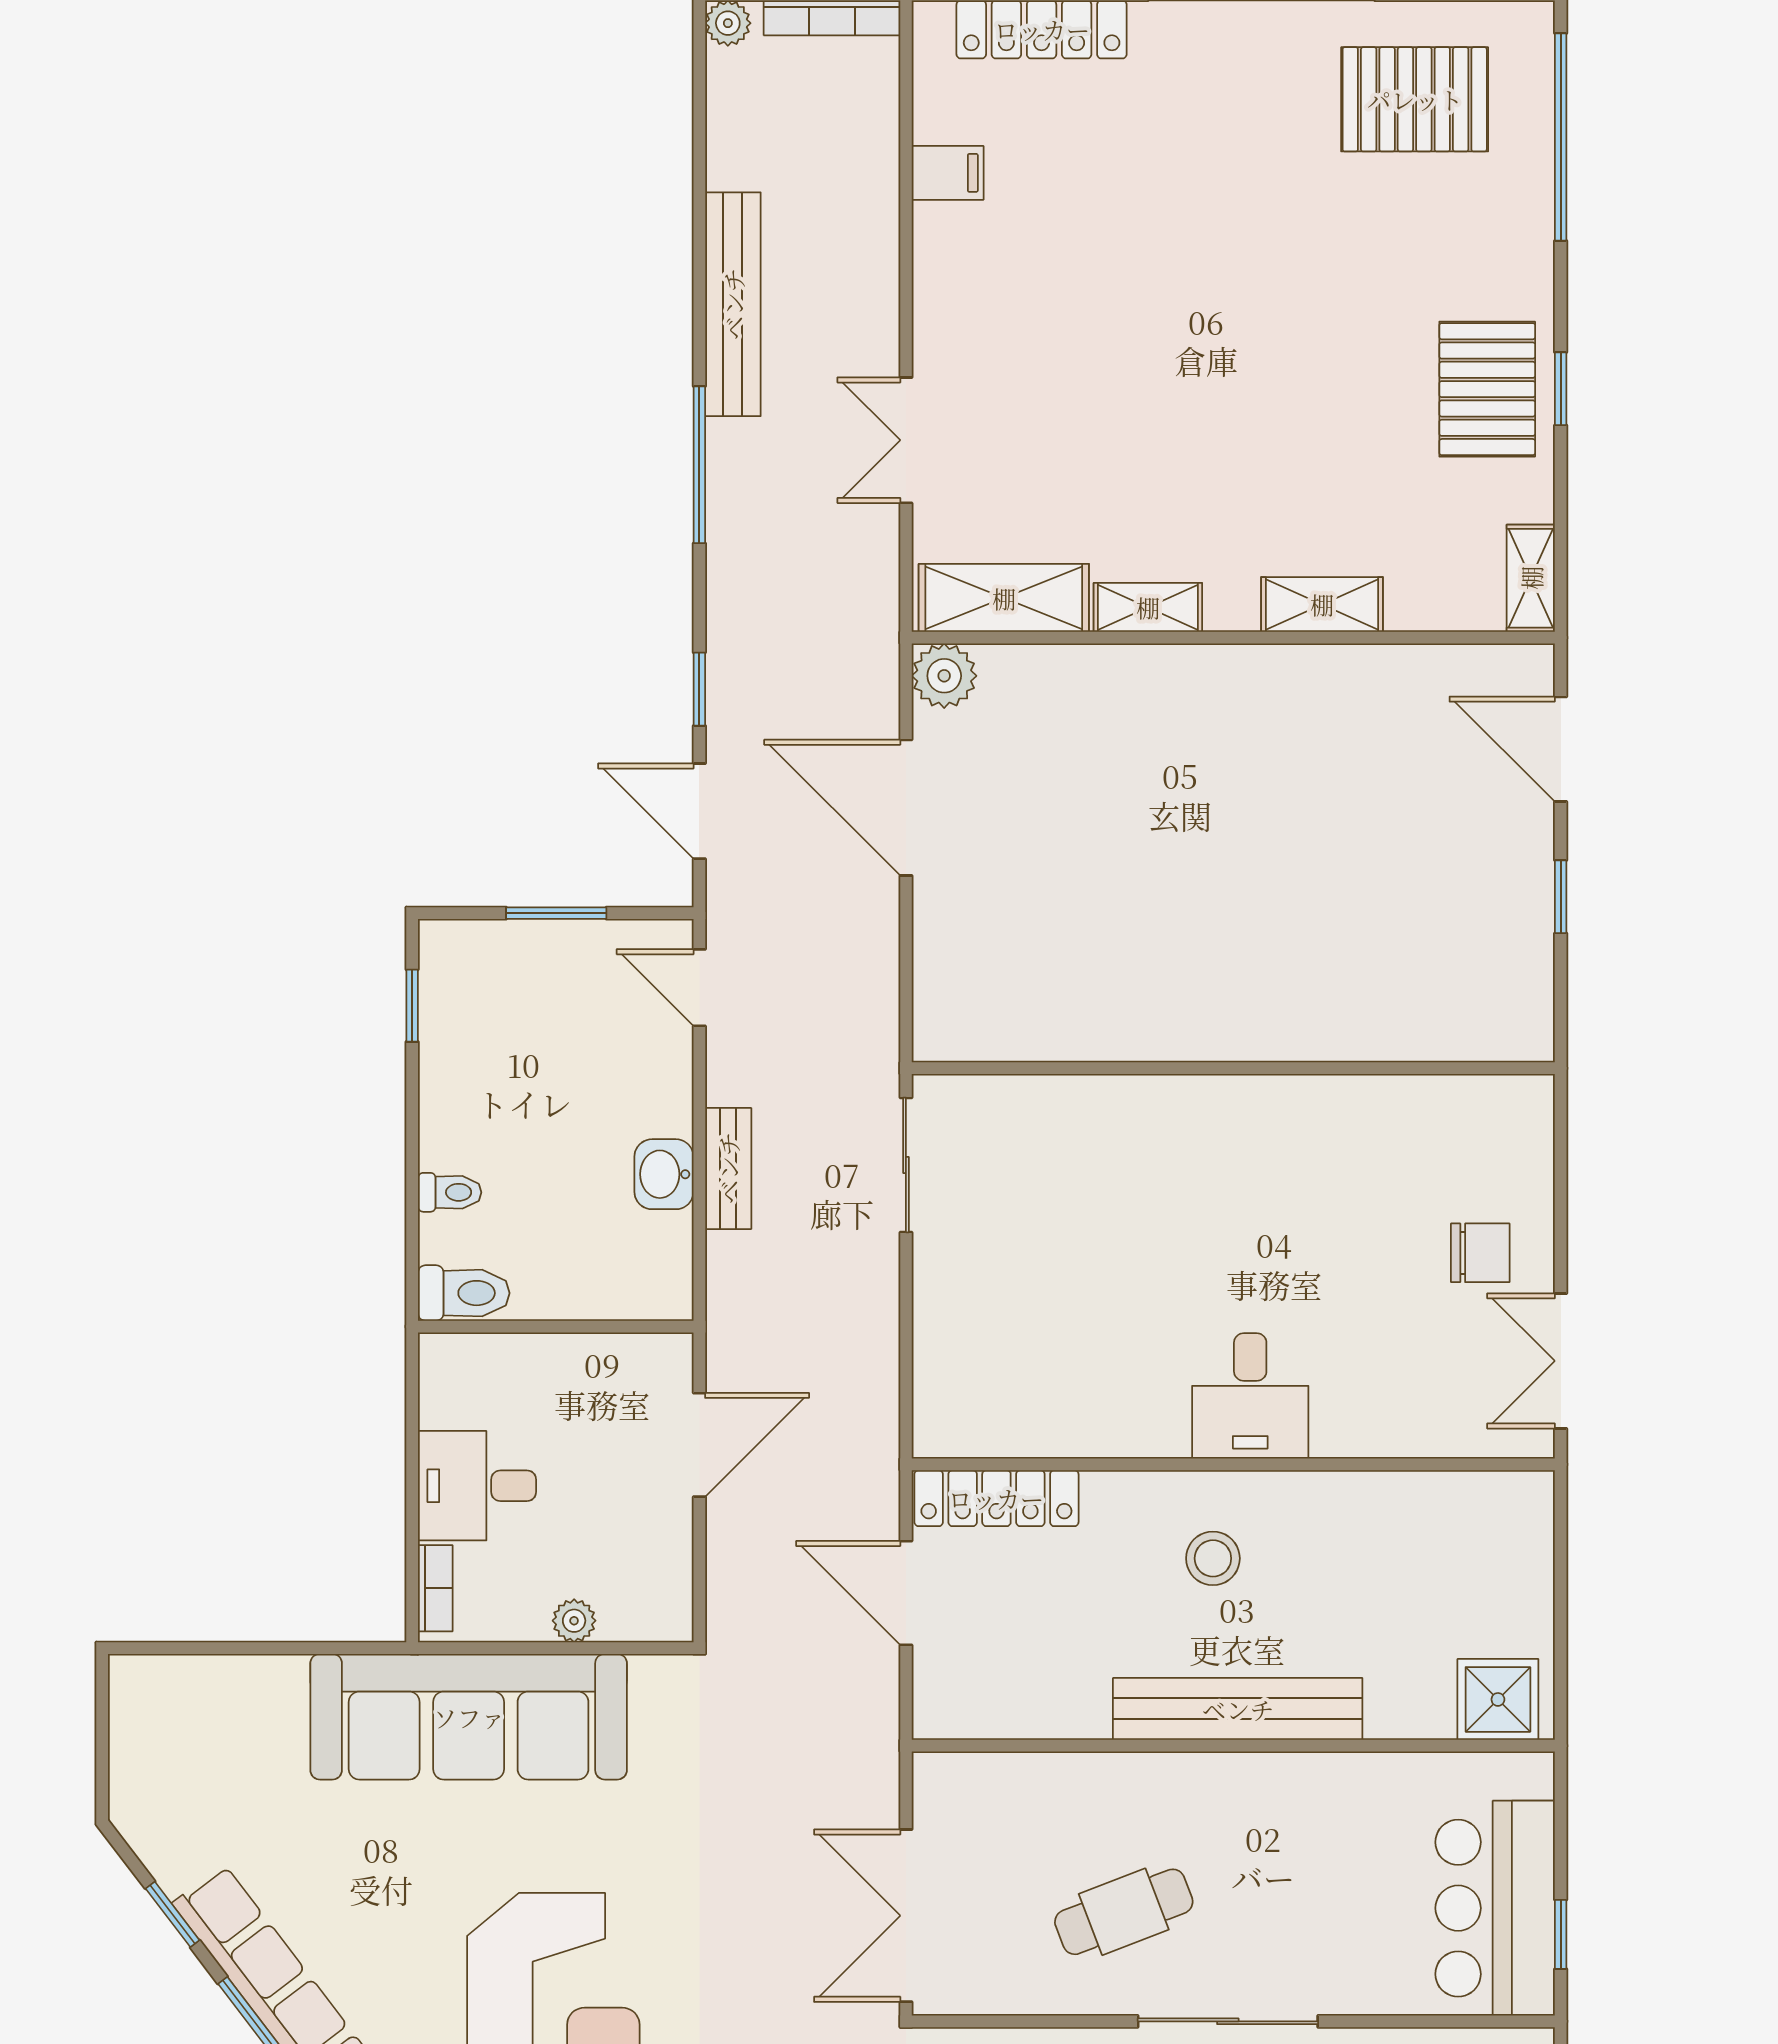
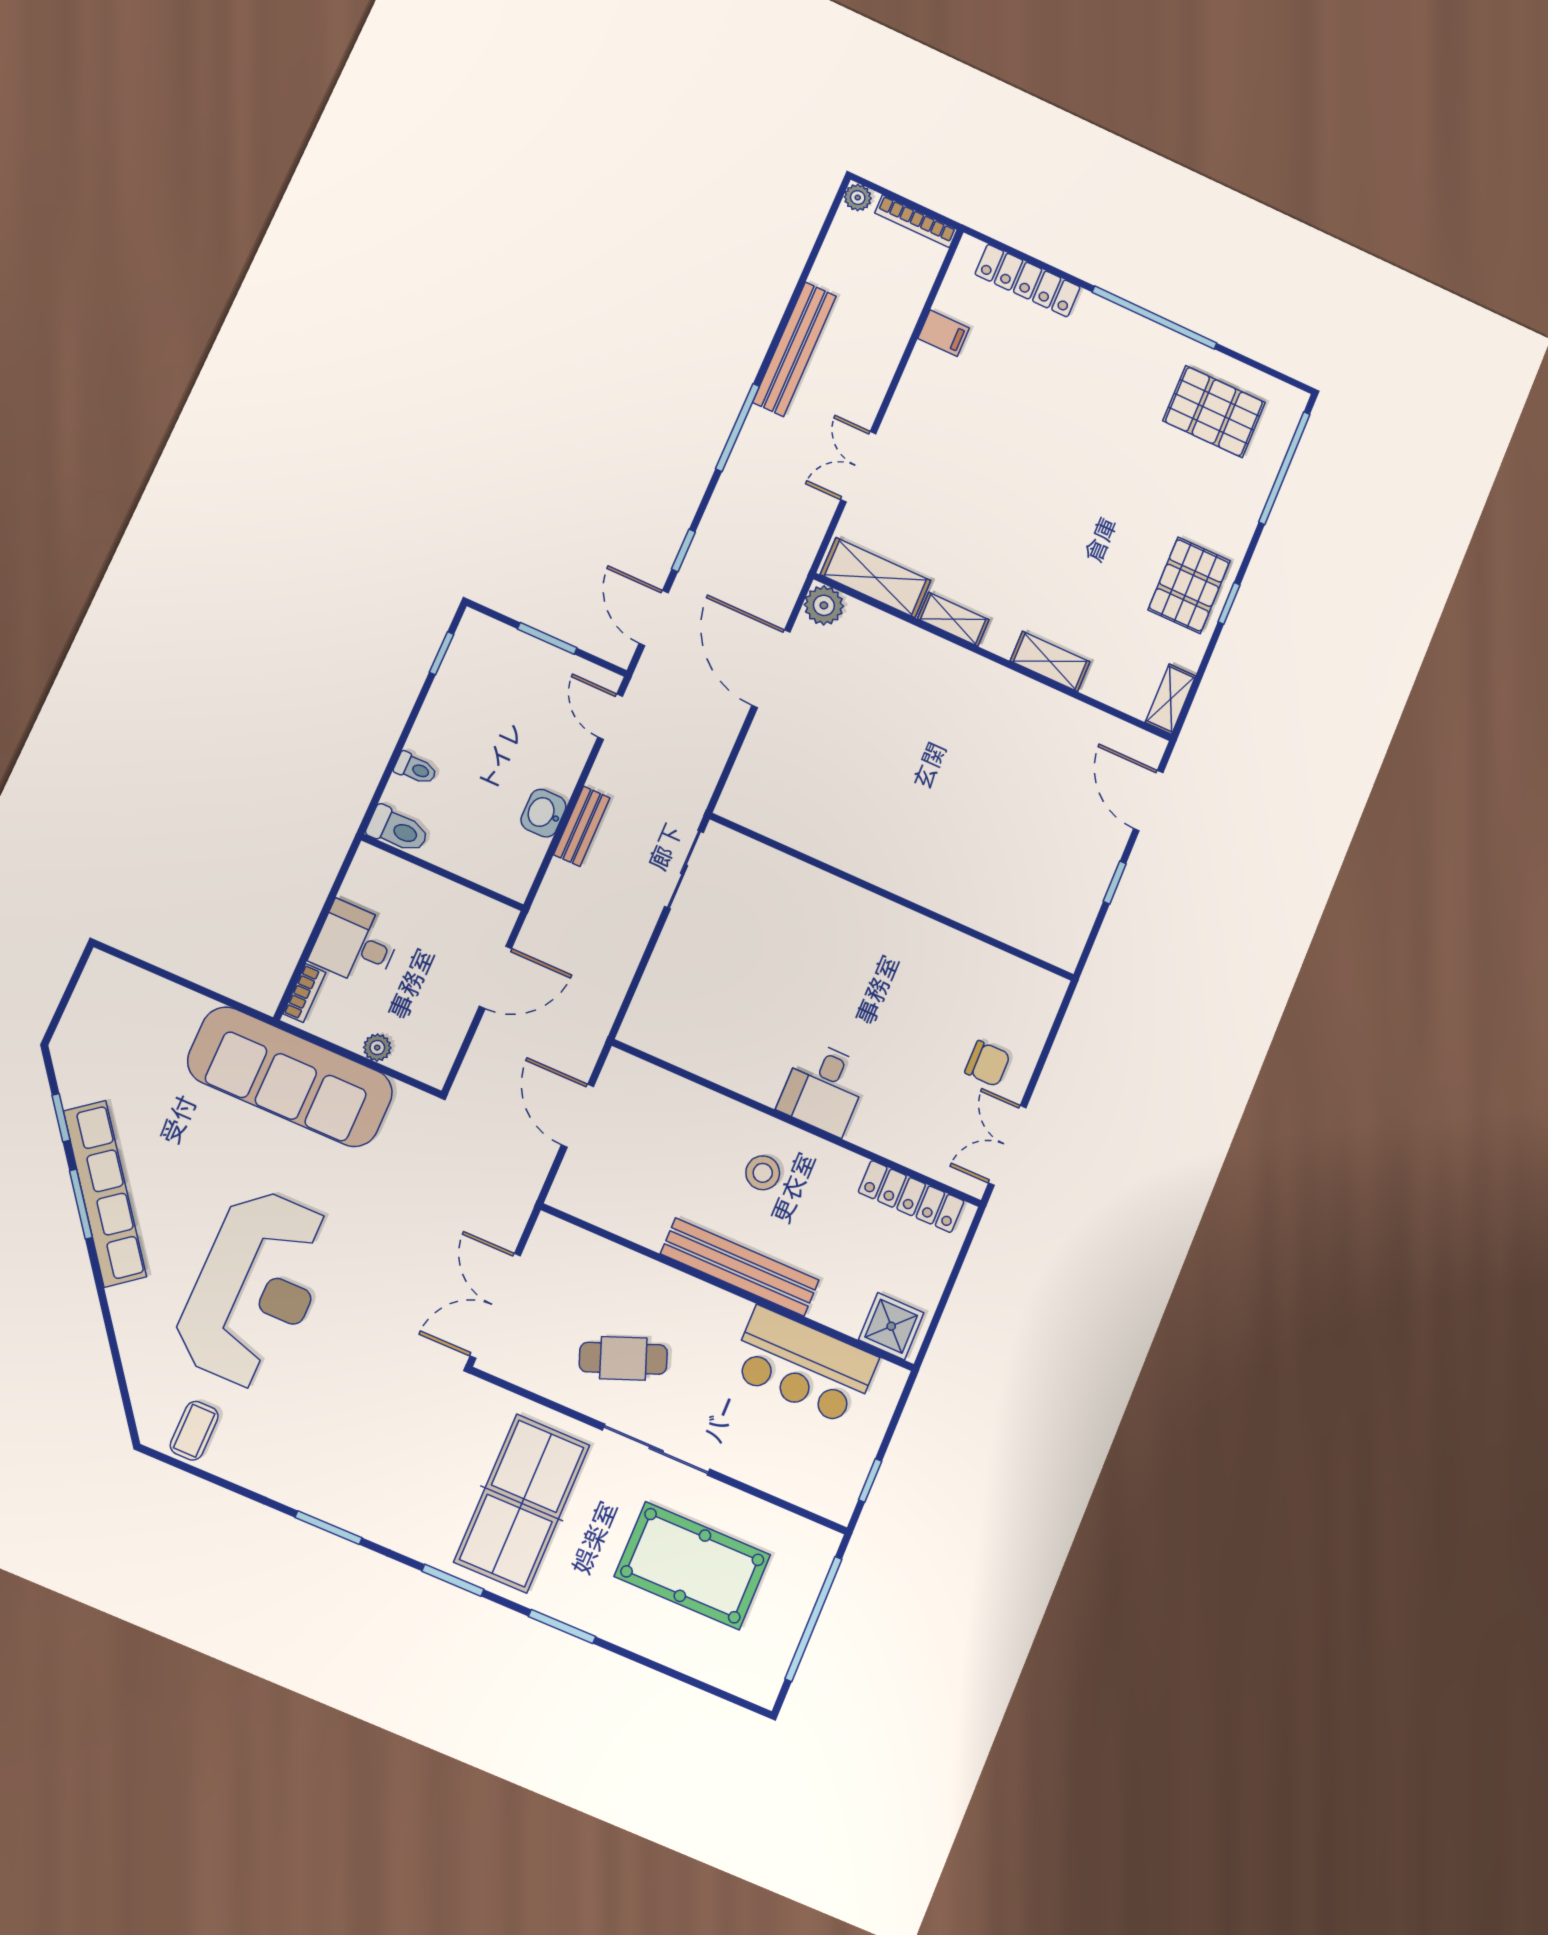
locker: (996, 1498) -> (911, 1197), moved
bar counter: (1495, 1908) -> (804, 1366), moved, turned -90

